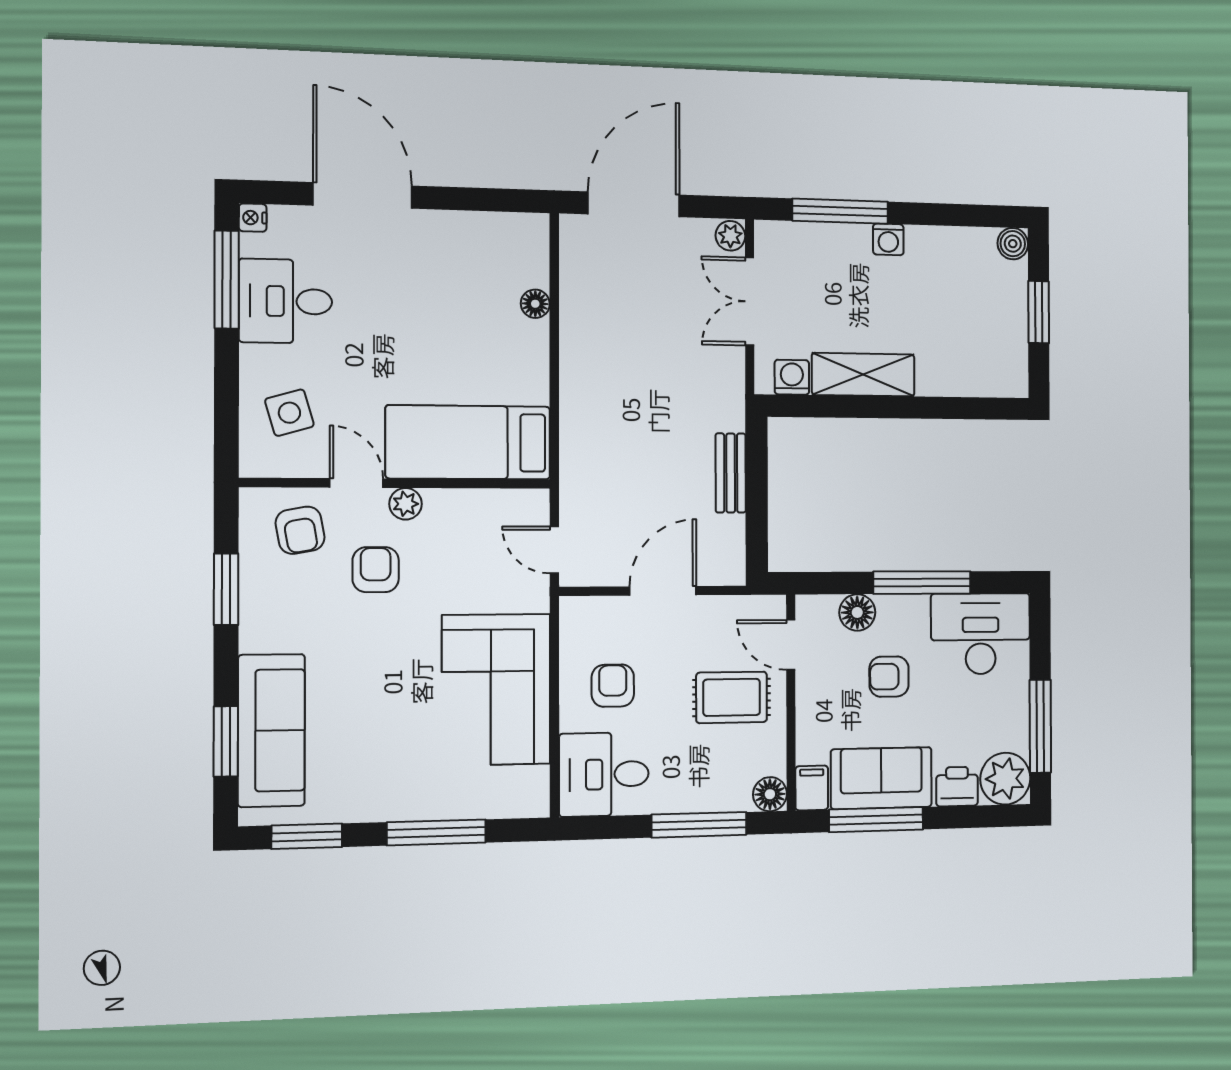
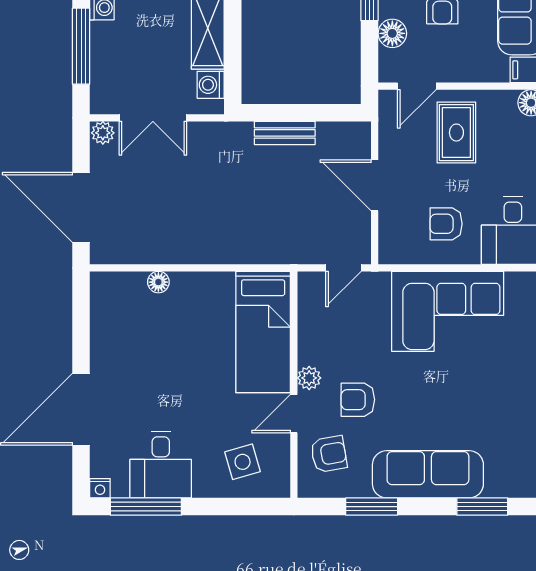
sofa: (271, 730) -> (428, 474), moved

